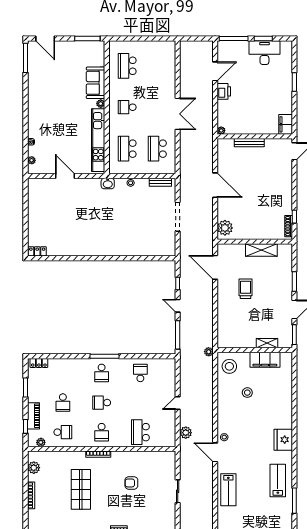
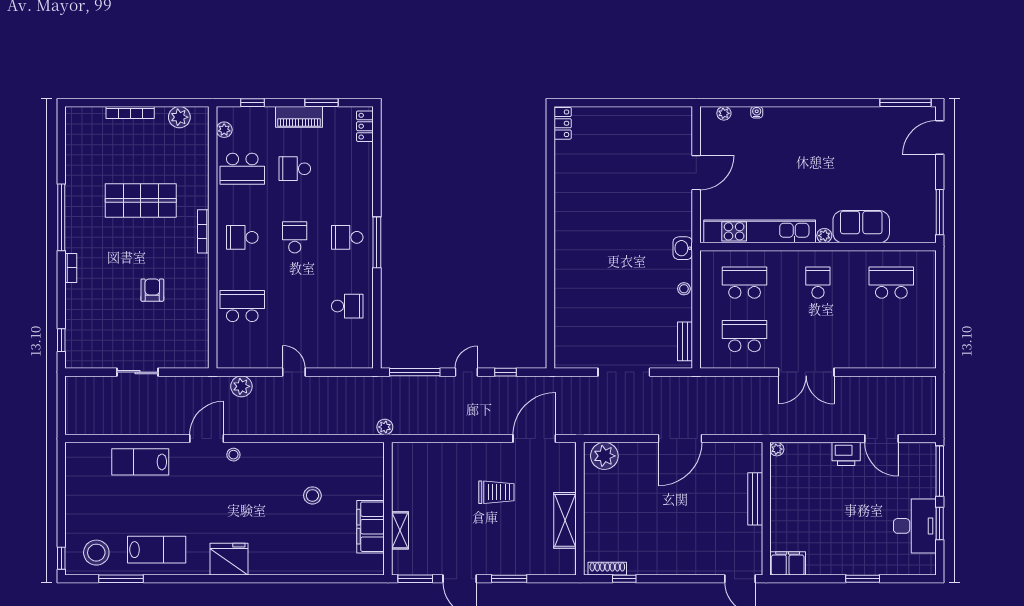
stool: (229, 366) -> (96, 553), moved
piano: (34, 416) -> (299, 117), moved
school desk: (63, 432) -> (242, 169), width x1.85

